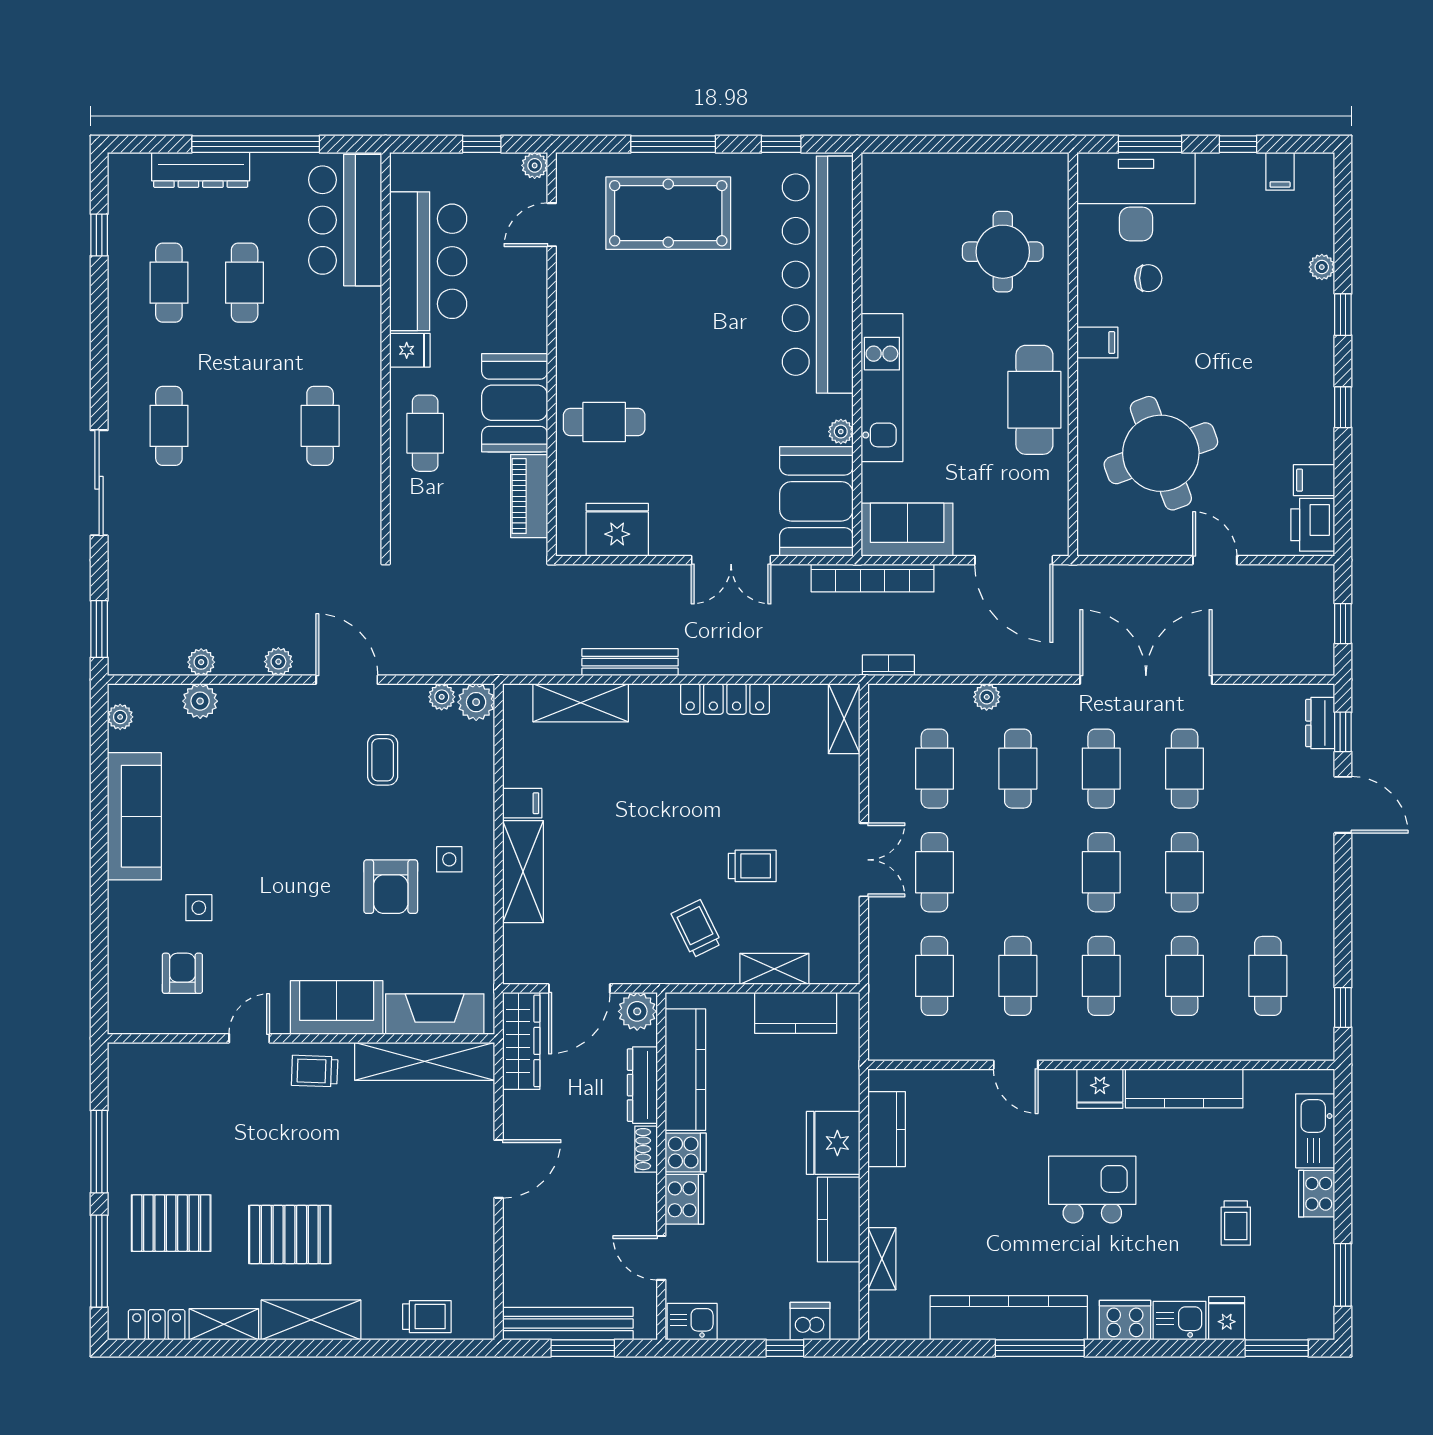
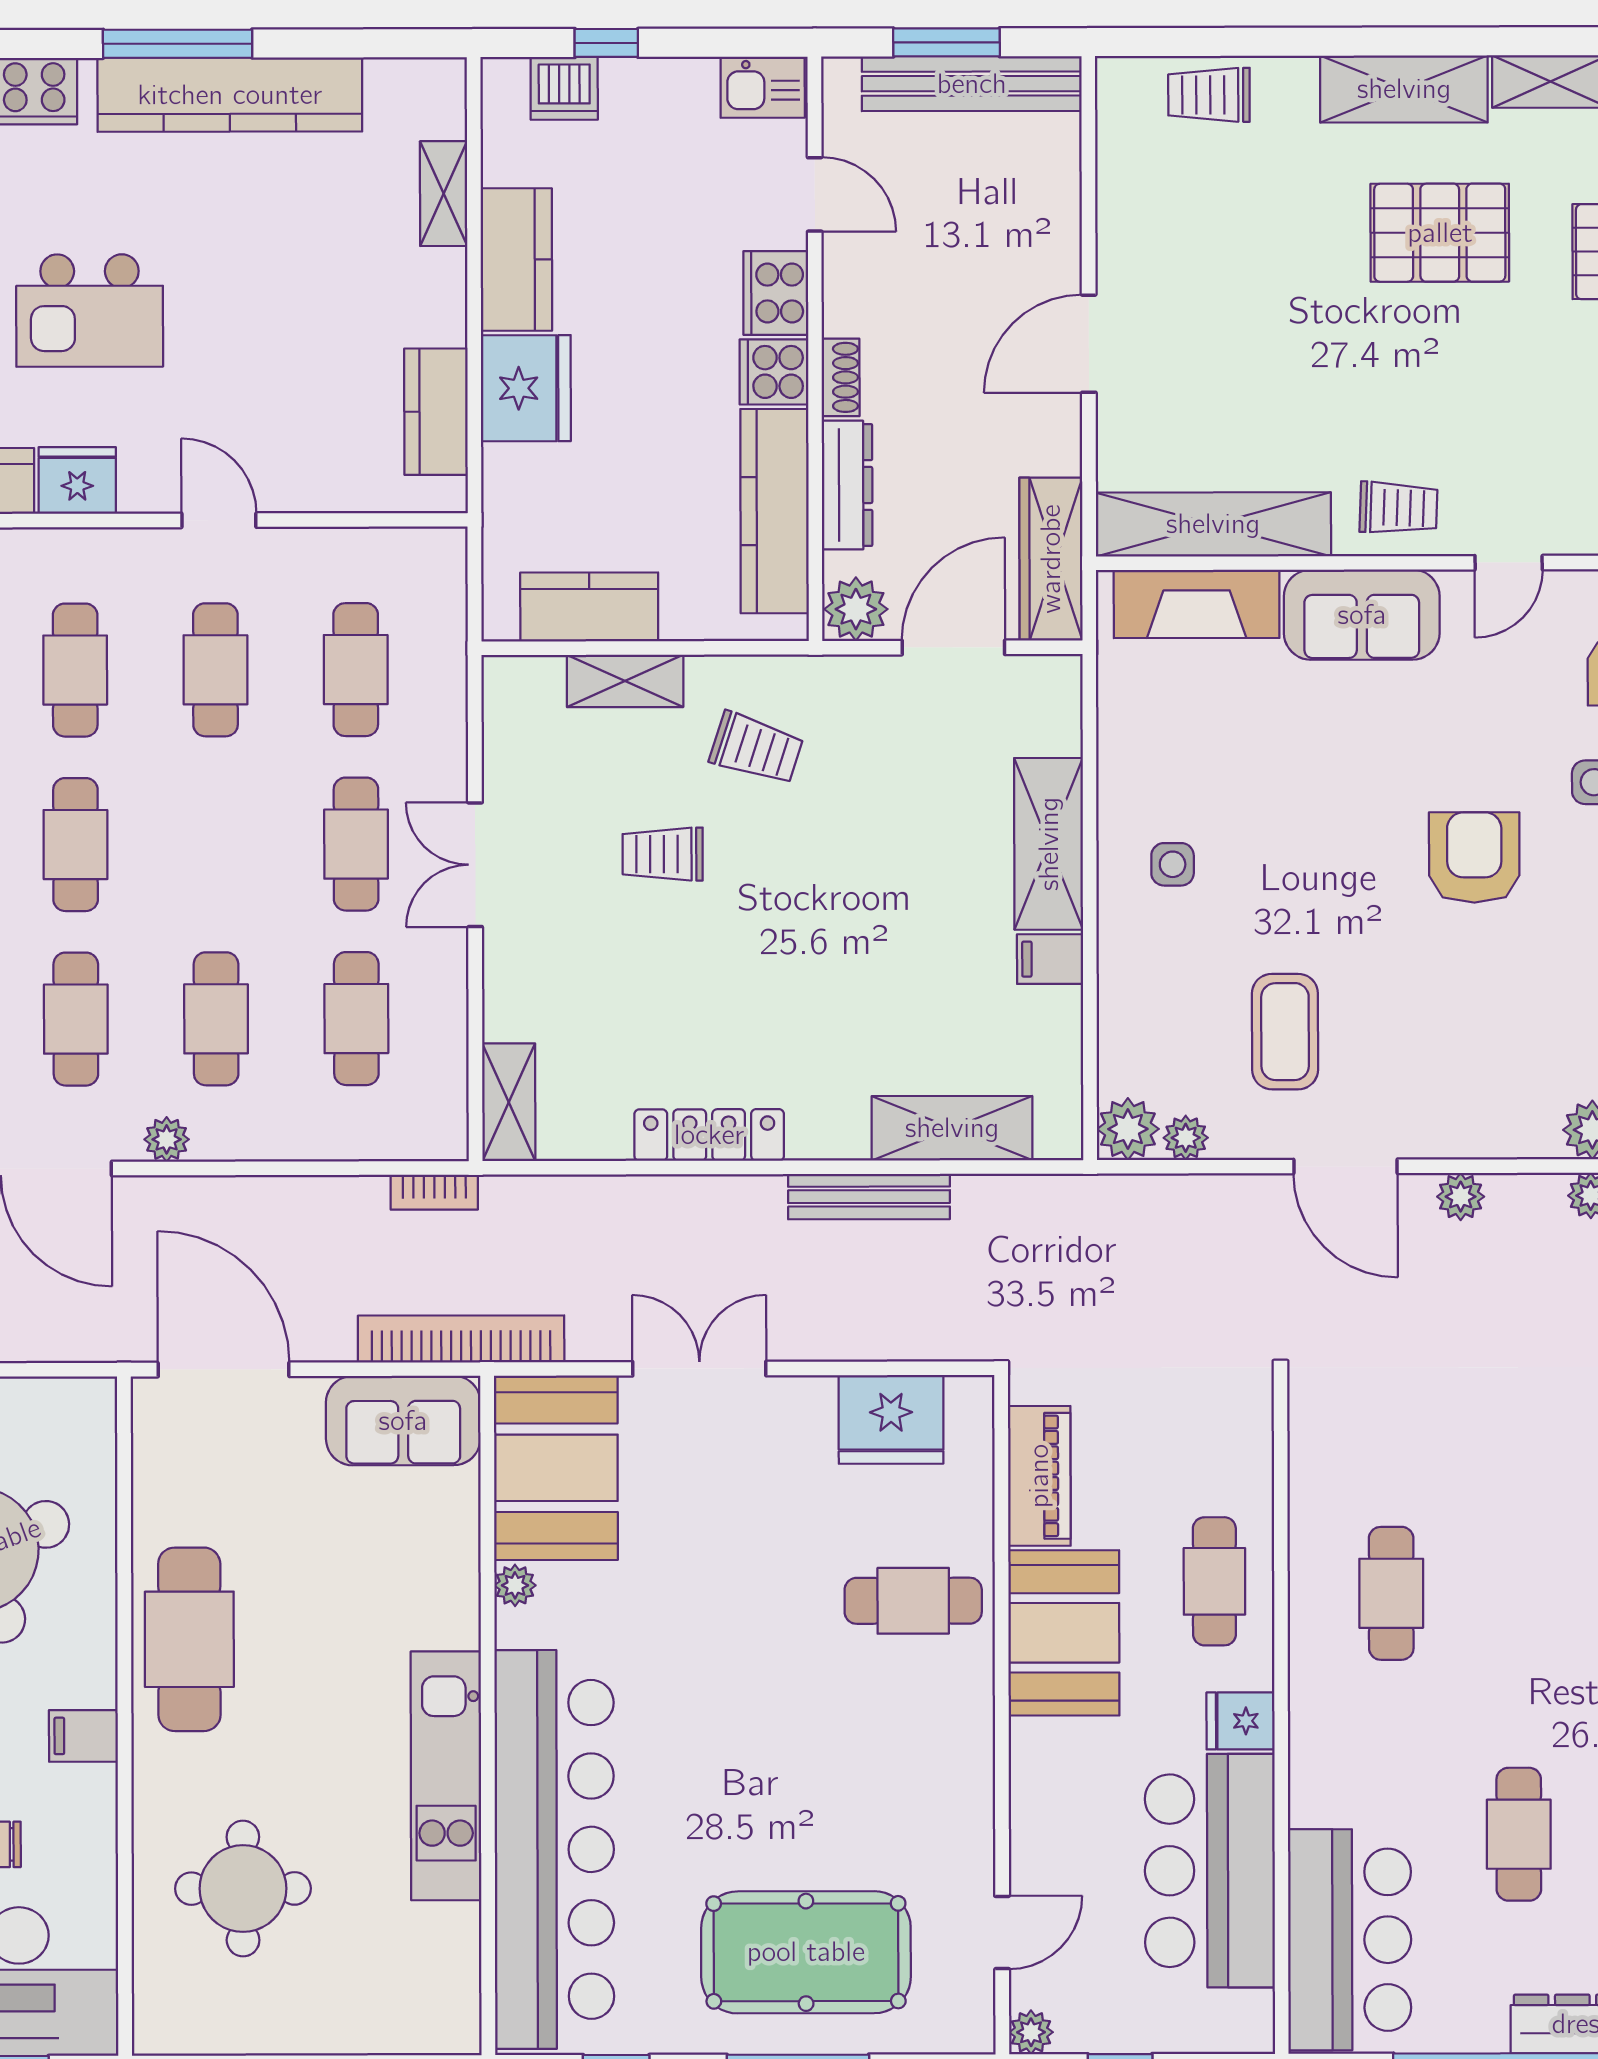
kitchen unit: (882, 388) -> (446, 1776), moved
plant: (987, 697) -> (167, 1139), moved
coffee table: (383, 760) -> (1285, 1032), width x1.36, depth x1.30
armchair: (391, 887) -> (1474, 857), moved
trolley: (696, 929) -> (756, 748), turned -46

